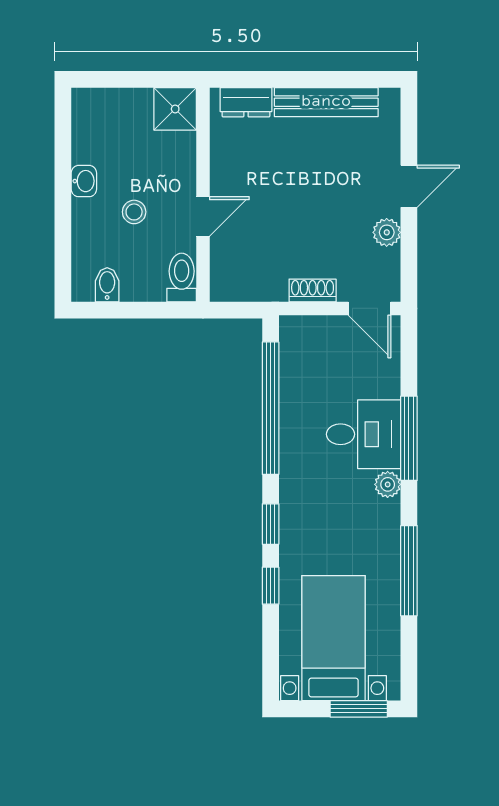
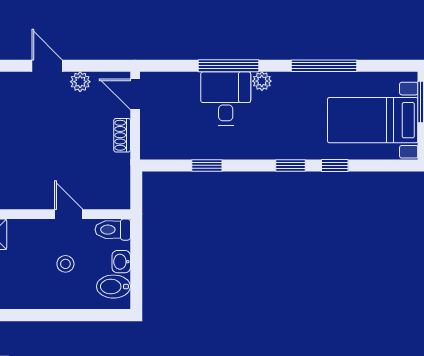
washbasin: (84, 181) -> (121, 262), moved, turned -90
bidet: (107, 285) -> (113, 287), width x1.38, depth x1.36
door: (369, 308) -> (135, 94), swing flipped
window: (271, 408) -> (207, 165), width x0.32

